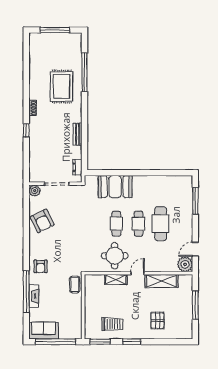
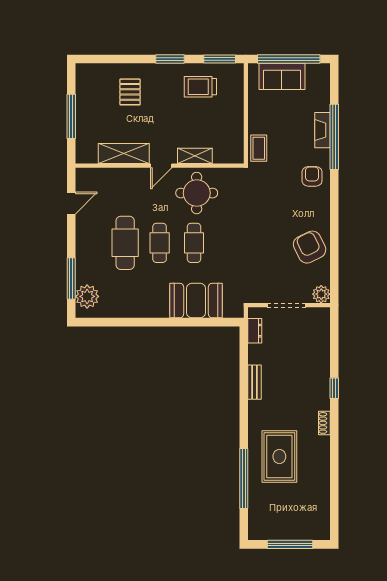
plant: (185, 264) -> (87, 296), moved
sofa: (44, 331) -> (282, 76), moved

